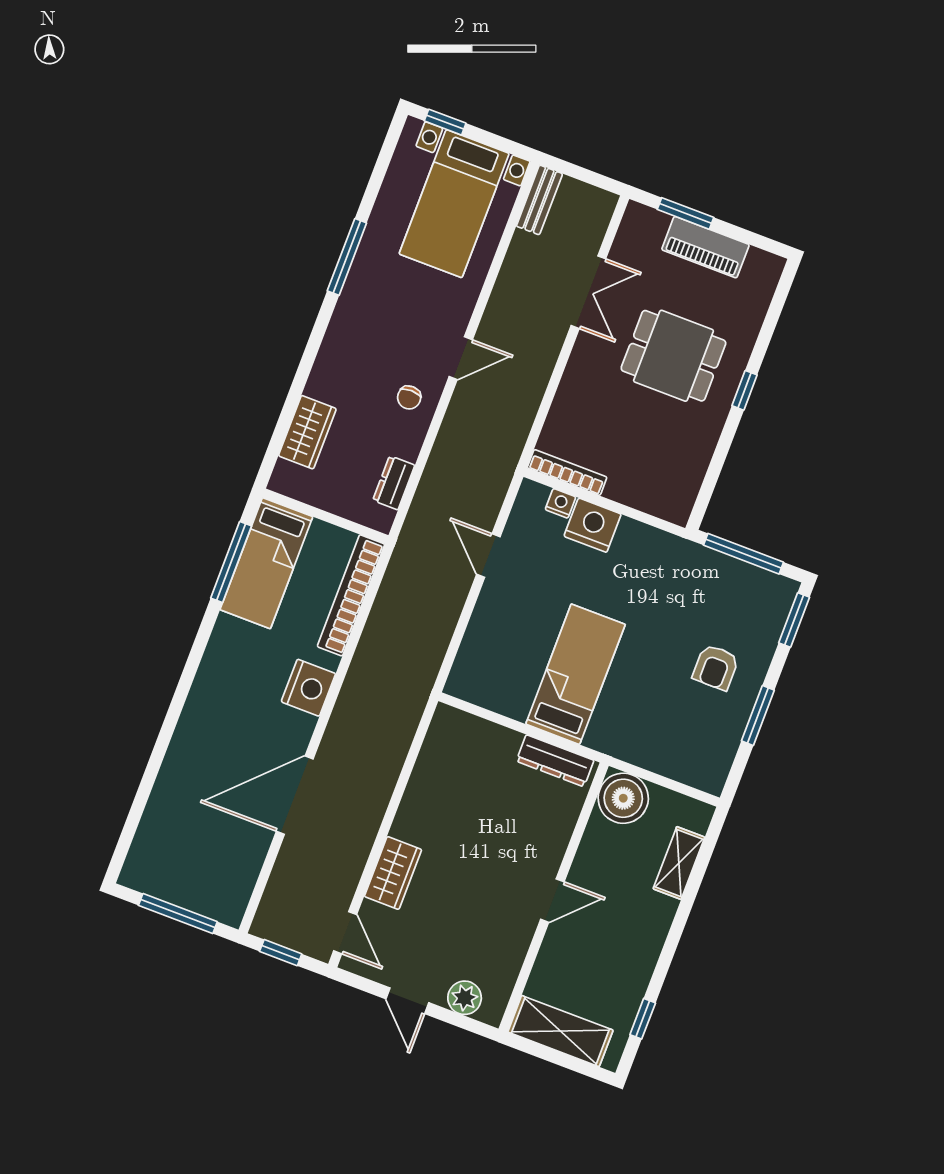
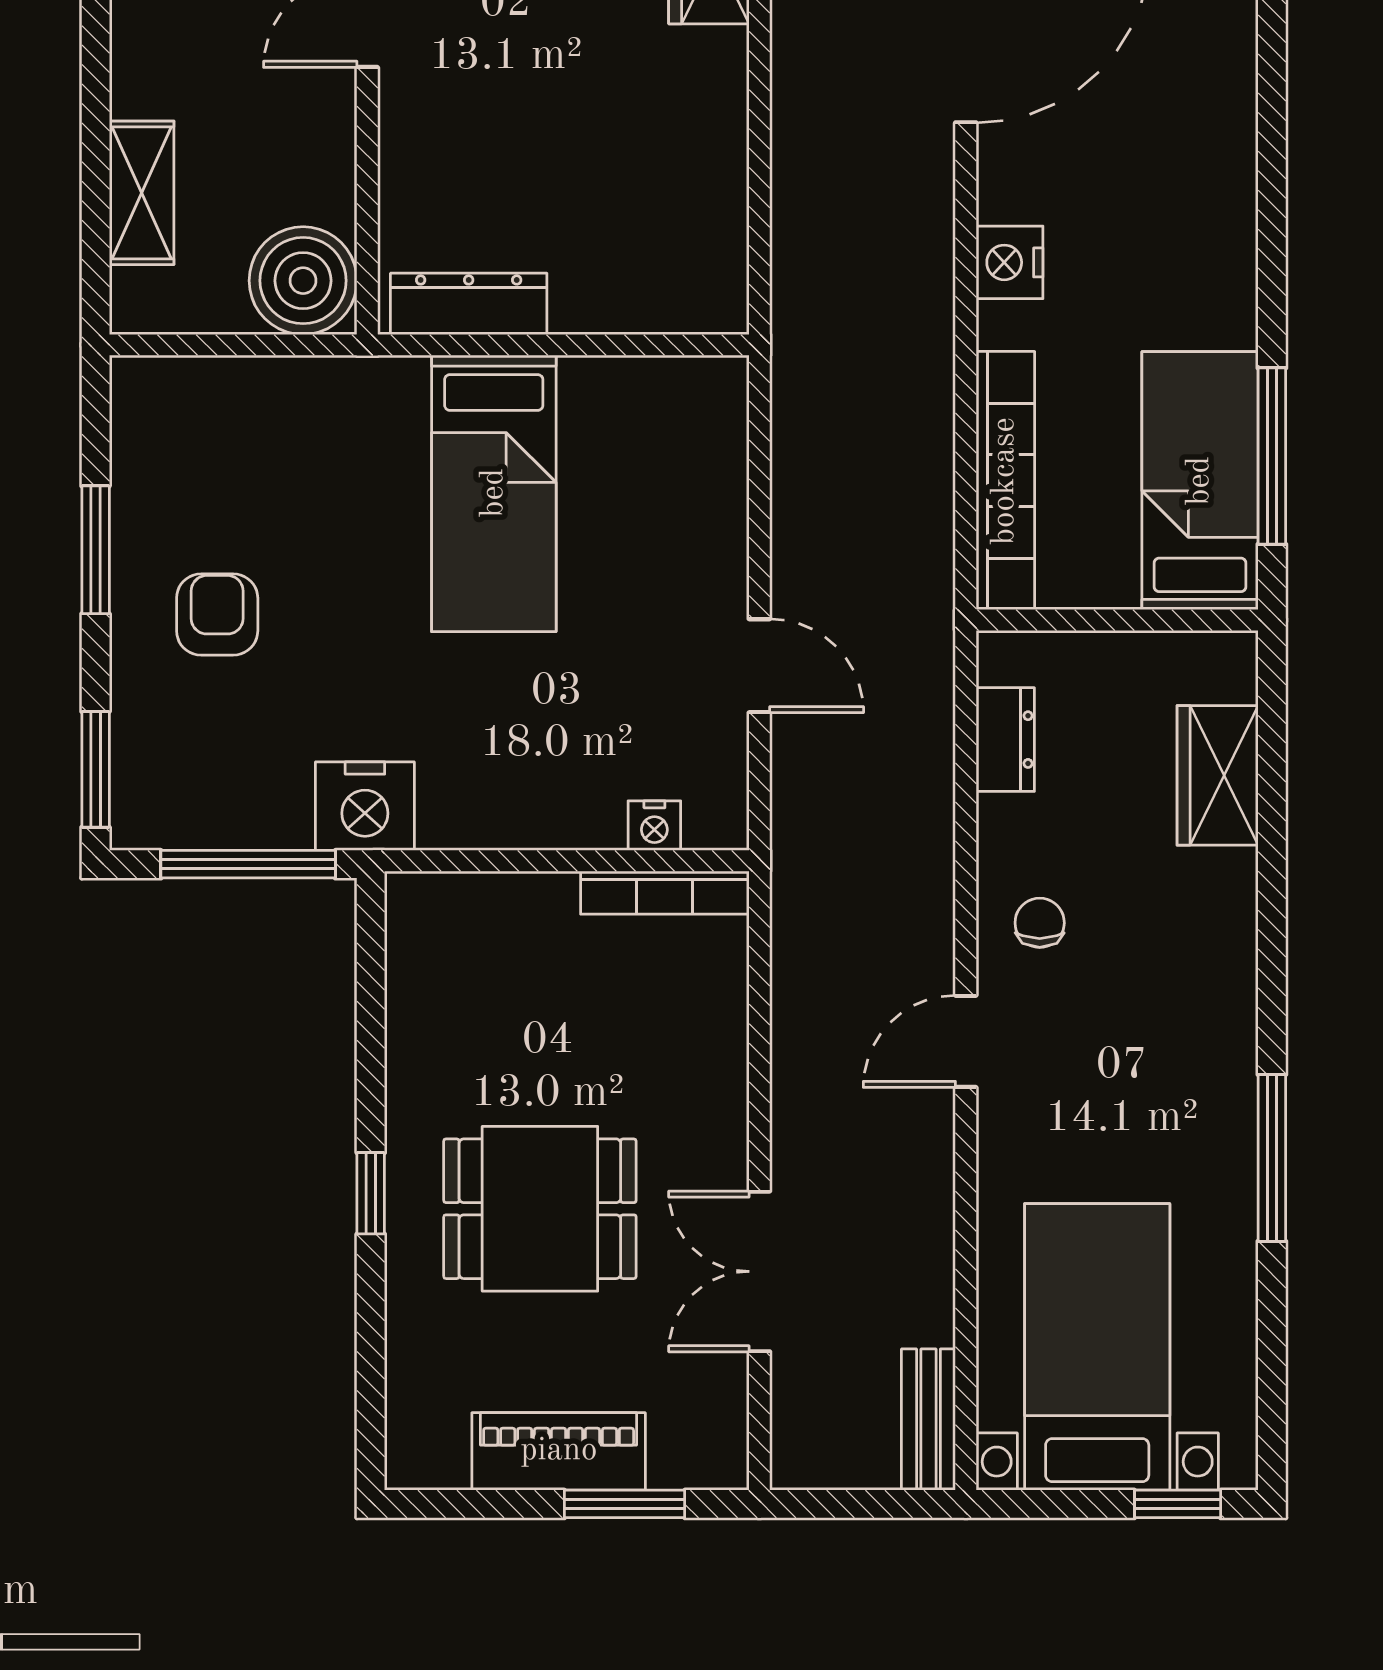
nightstand: (593, 525) -> (365, 806), moved
nightstand: (308, 688) -> (1009, 262), width x0.74, depth x0.75

